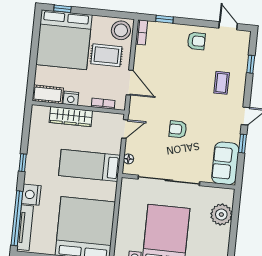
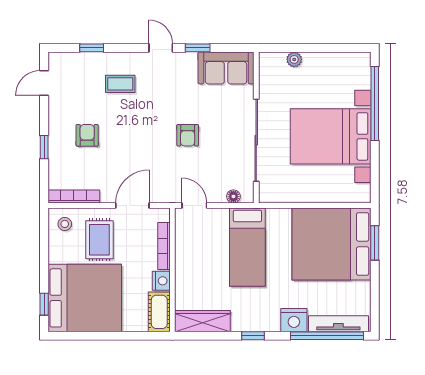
window: (165, 19) -> (44, 147), moved
stool: (121, 30) -> (65, 224), width x0.53, depth x0.53
bookcase: (141, 32) -> (74, 196), width x1.56
armchair: (196, 41) -> (87, 135), moved
bookcase: (103, 104) -> (164, 246), width x1.56
wardrobe: (71, 117) -> (202, 321), moved, turned -90
plant: (221, 215) -> (294, 59), width x0.53, depth x0.53

